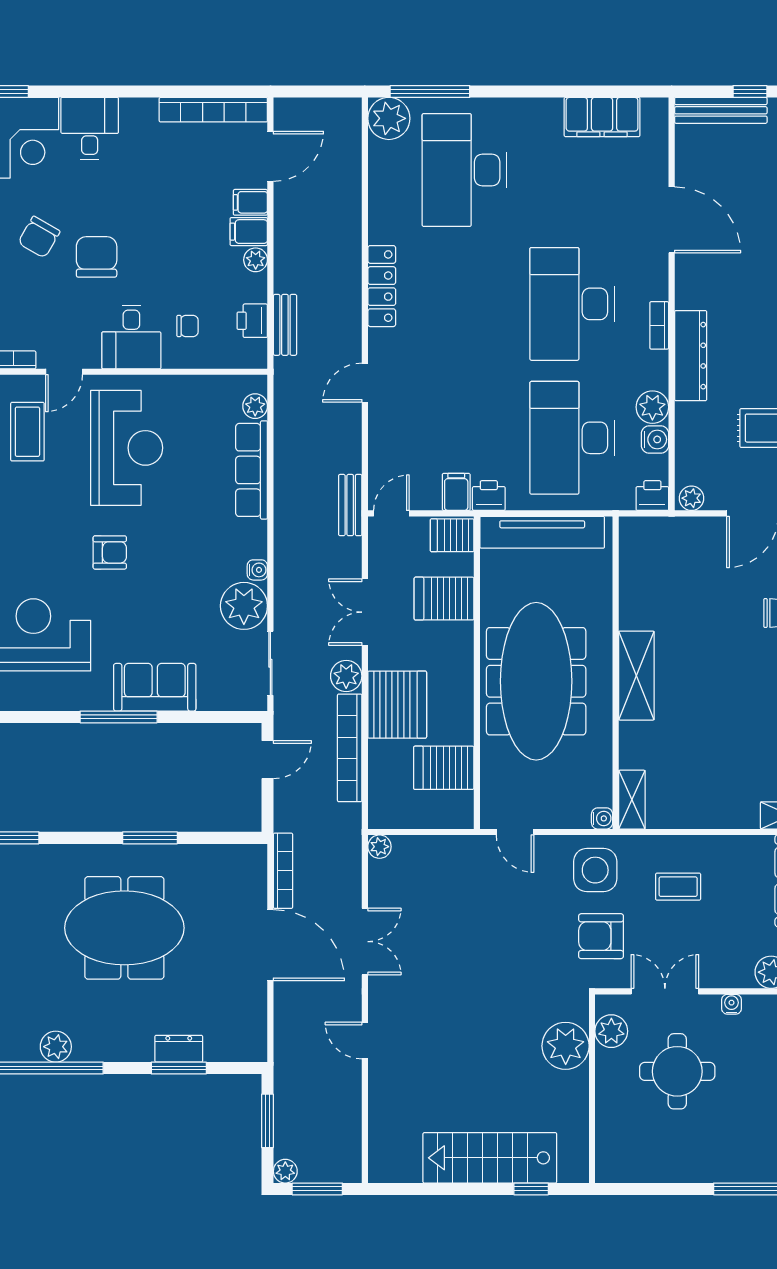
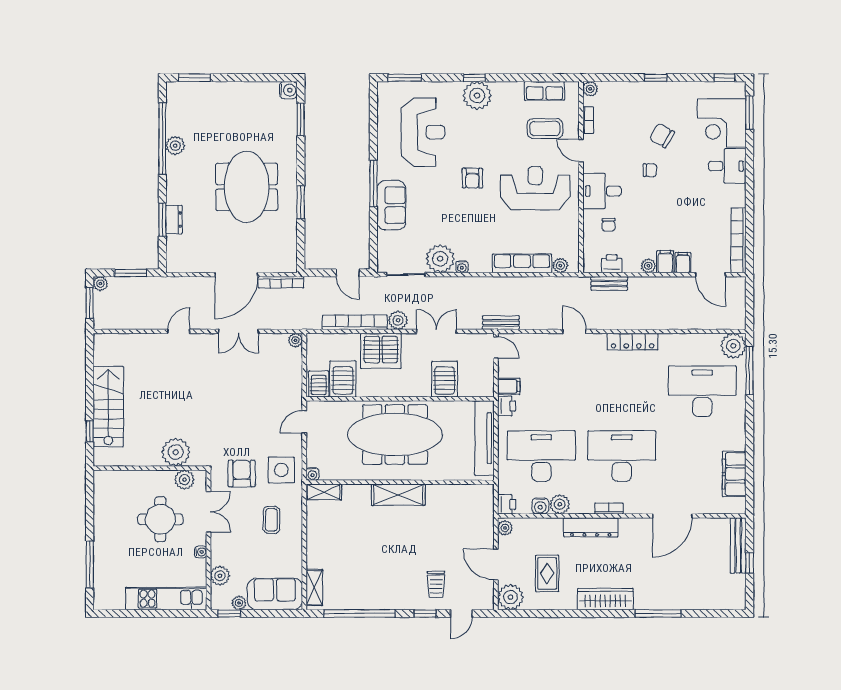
chair: (97, 257) -> (650, 170), width x0.54, depth x0.54
reception desk: (127, 448) -> (535, 188), turned 180
server rack: (452, 535) -> (319, 384), moved

